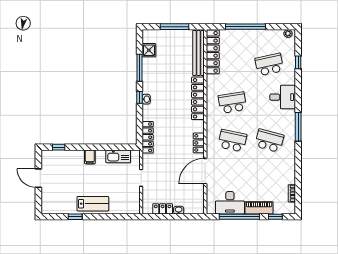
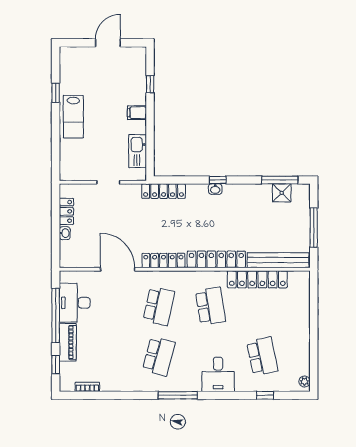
window: (246, 27) -> (314, 324), removed
locker: (213, 52) -> (257, 279), moved
window: (139, 68) -> (280, 180), moved
locker: (199, 143) -> (163, 260), width x1.53
window: (59, 147) -> (150, 84), moved

